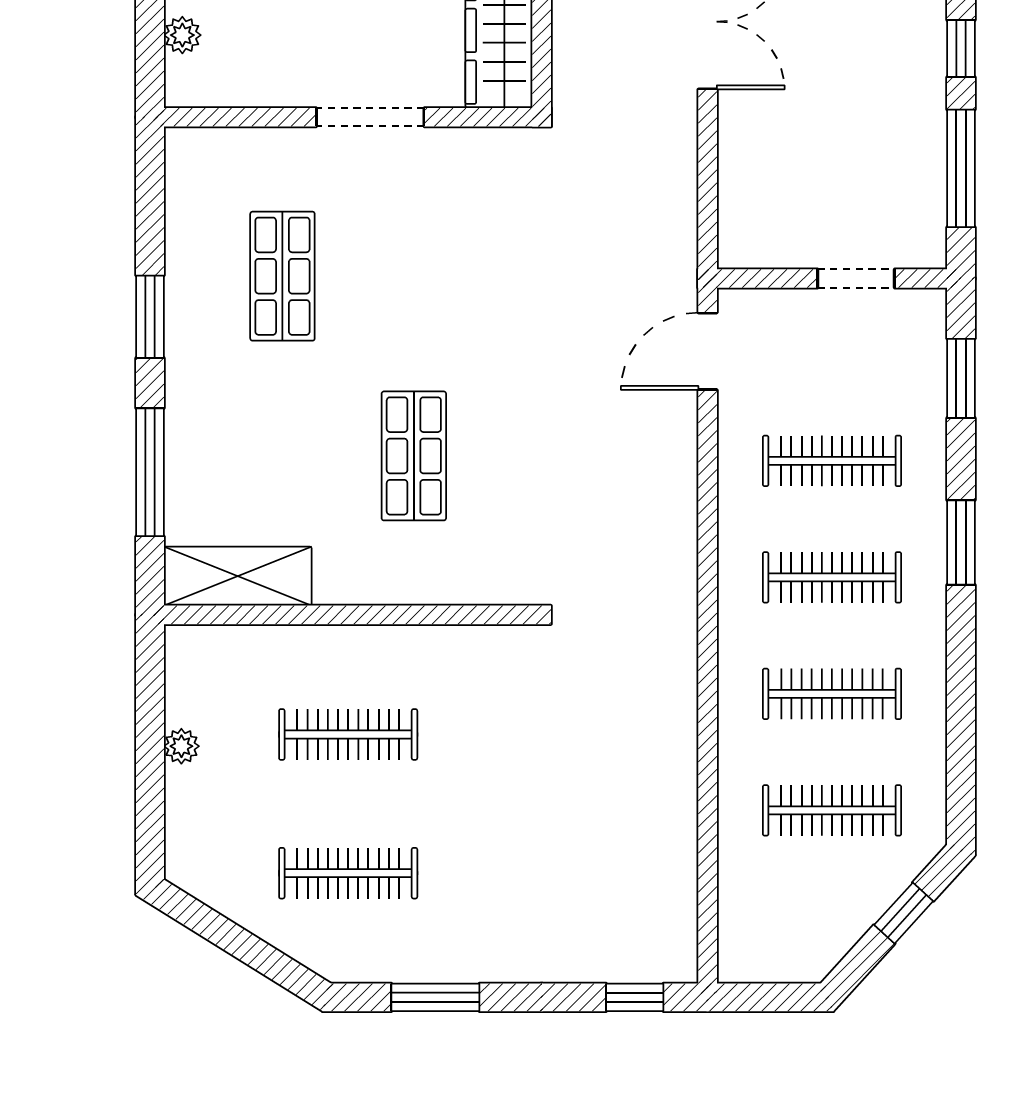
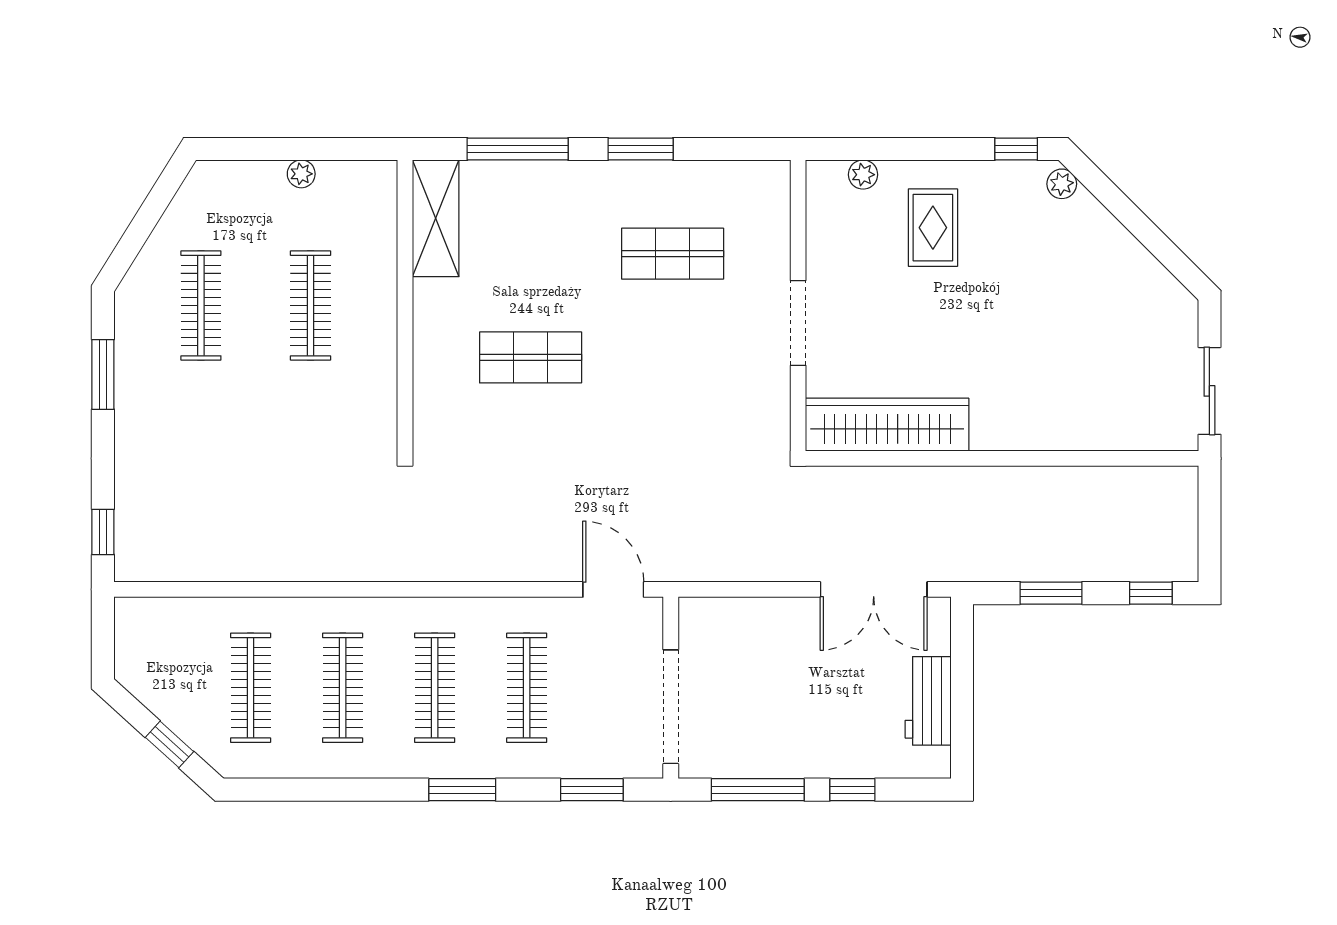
doorway: (856, 279) -> (671, 707), width x1.88

